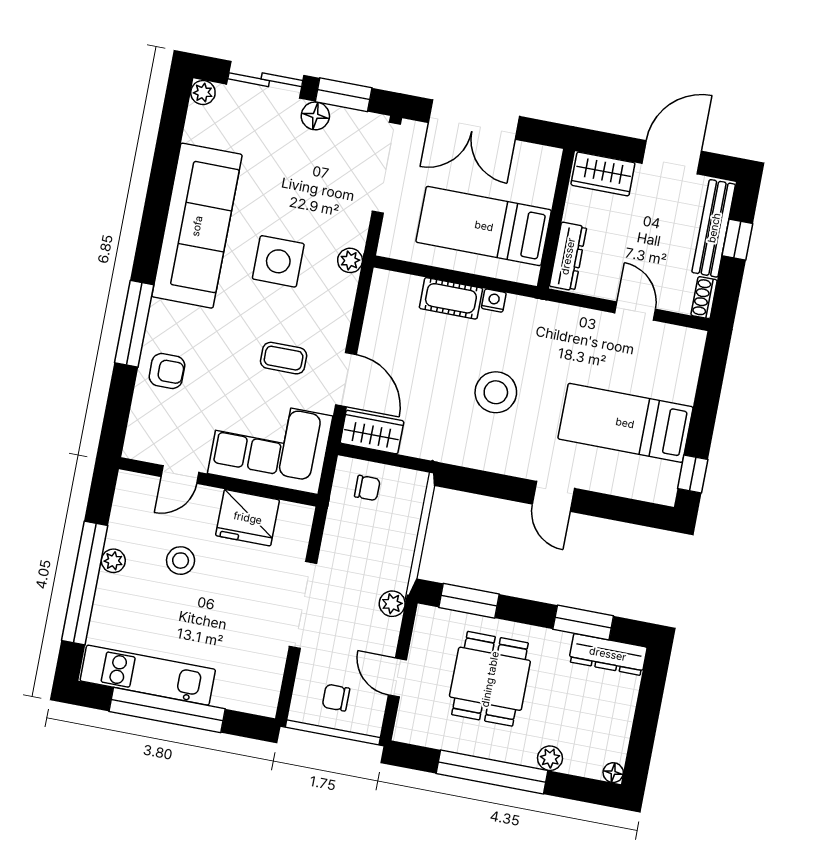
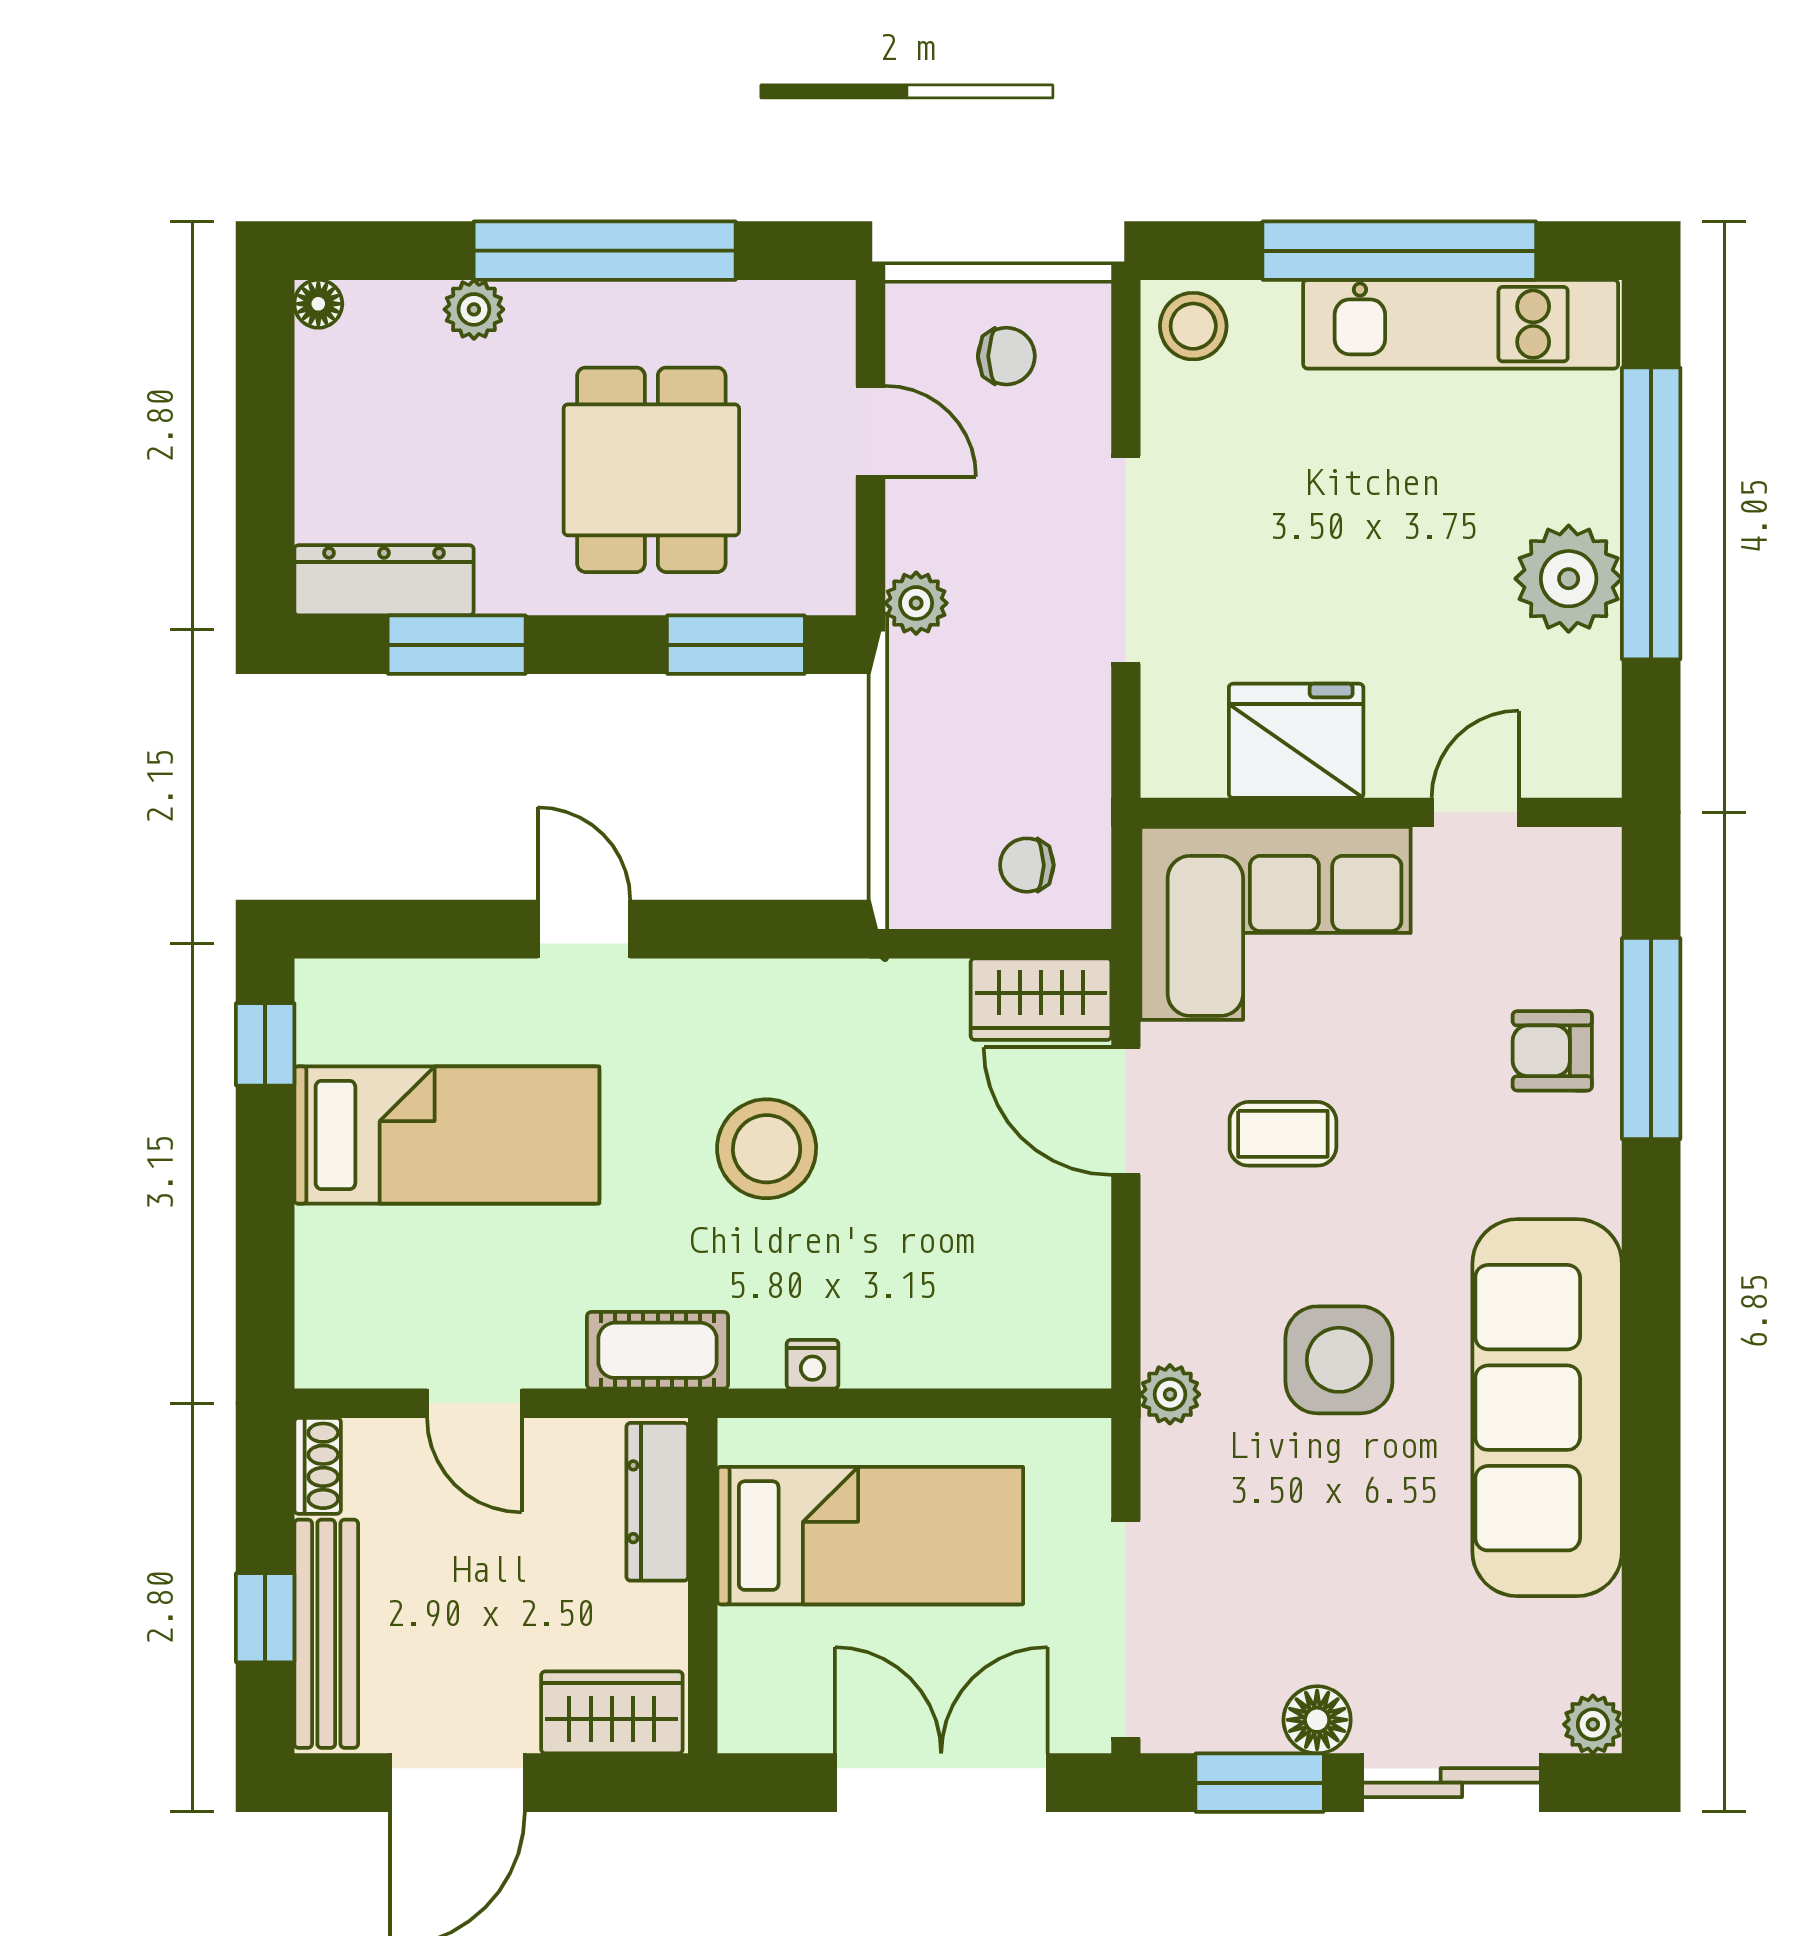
cot: (451, 298) -> (658, 1350), moved
window: (134, 324) -> (1651, 1039), moved
plant: (113, 561) -> (1569, 579), width x1.88, depth x1.88
stool: (181, 561) -> (1193, 326), moved

